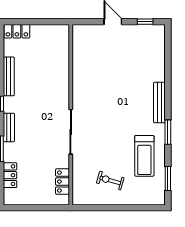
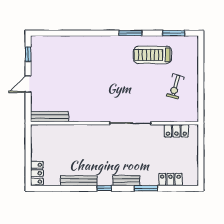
bench: (159, 103) -> (49, 117), moved
treadmill: (144, 156) -> (153, 55), turned 180

